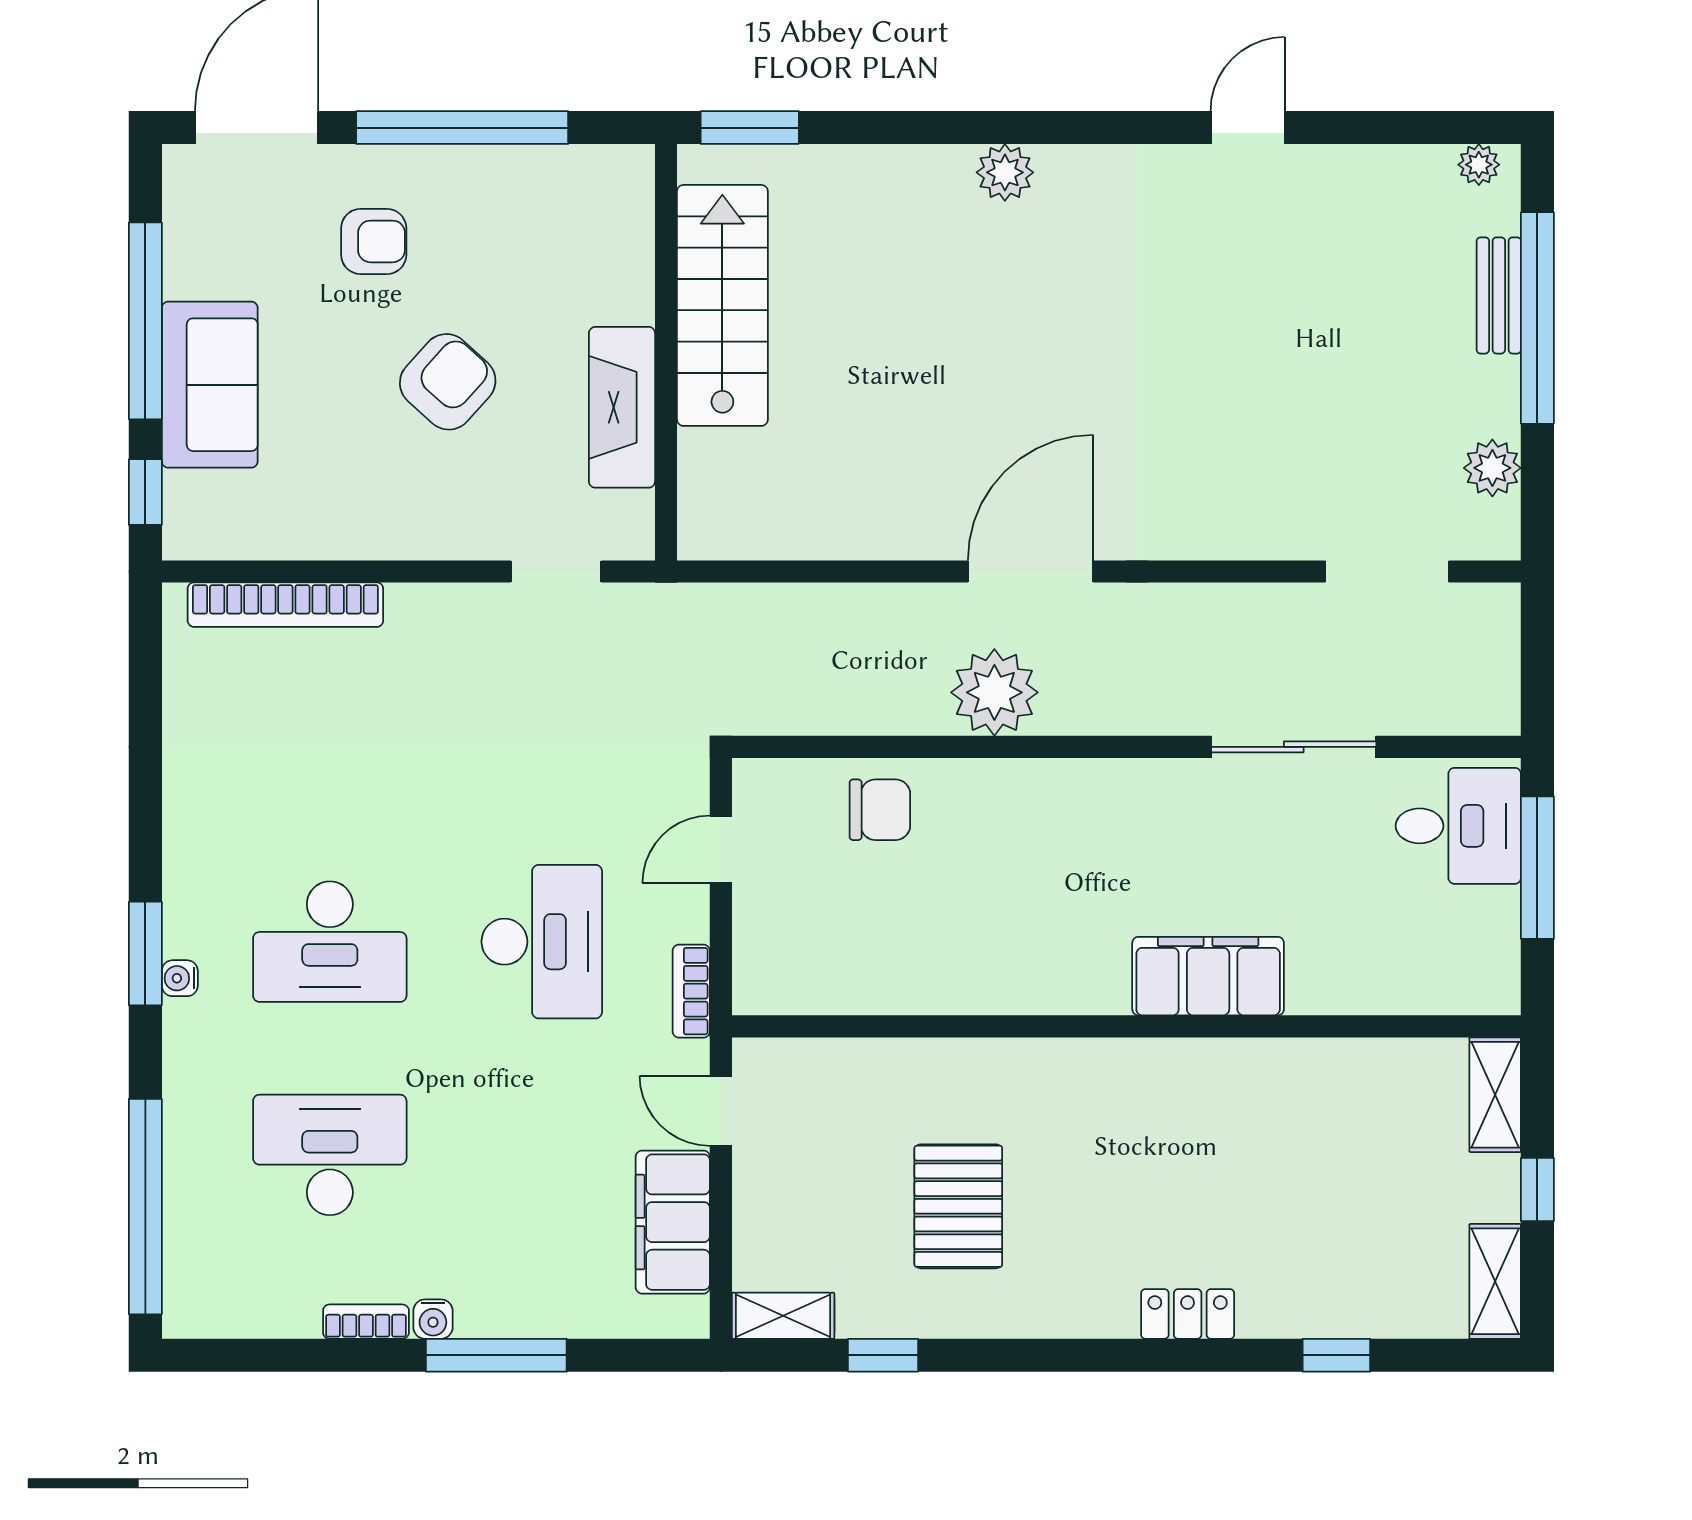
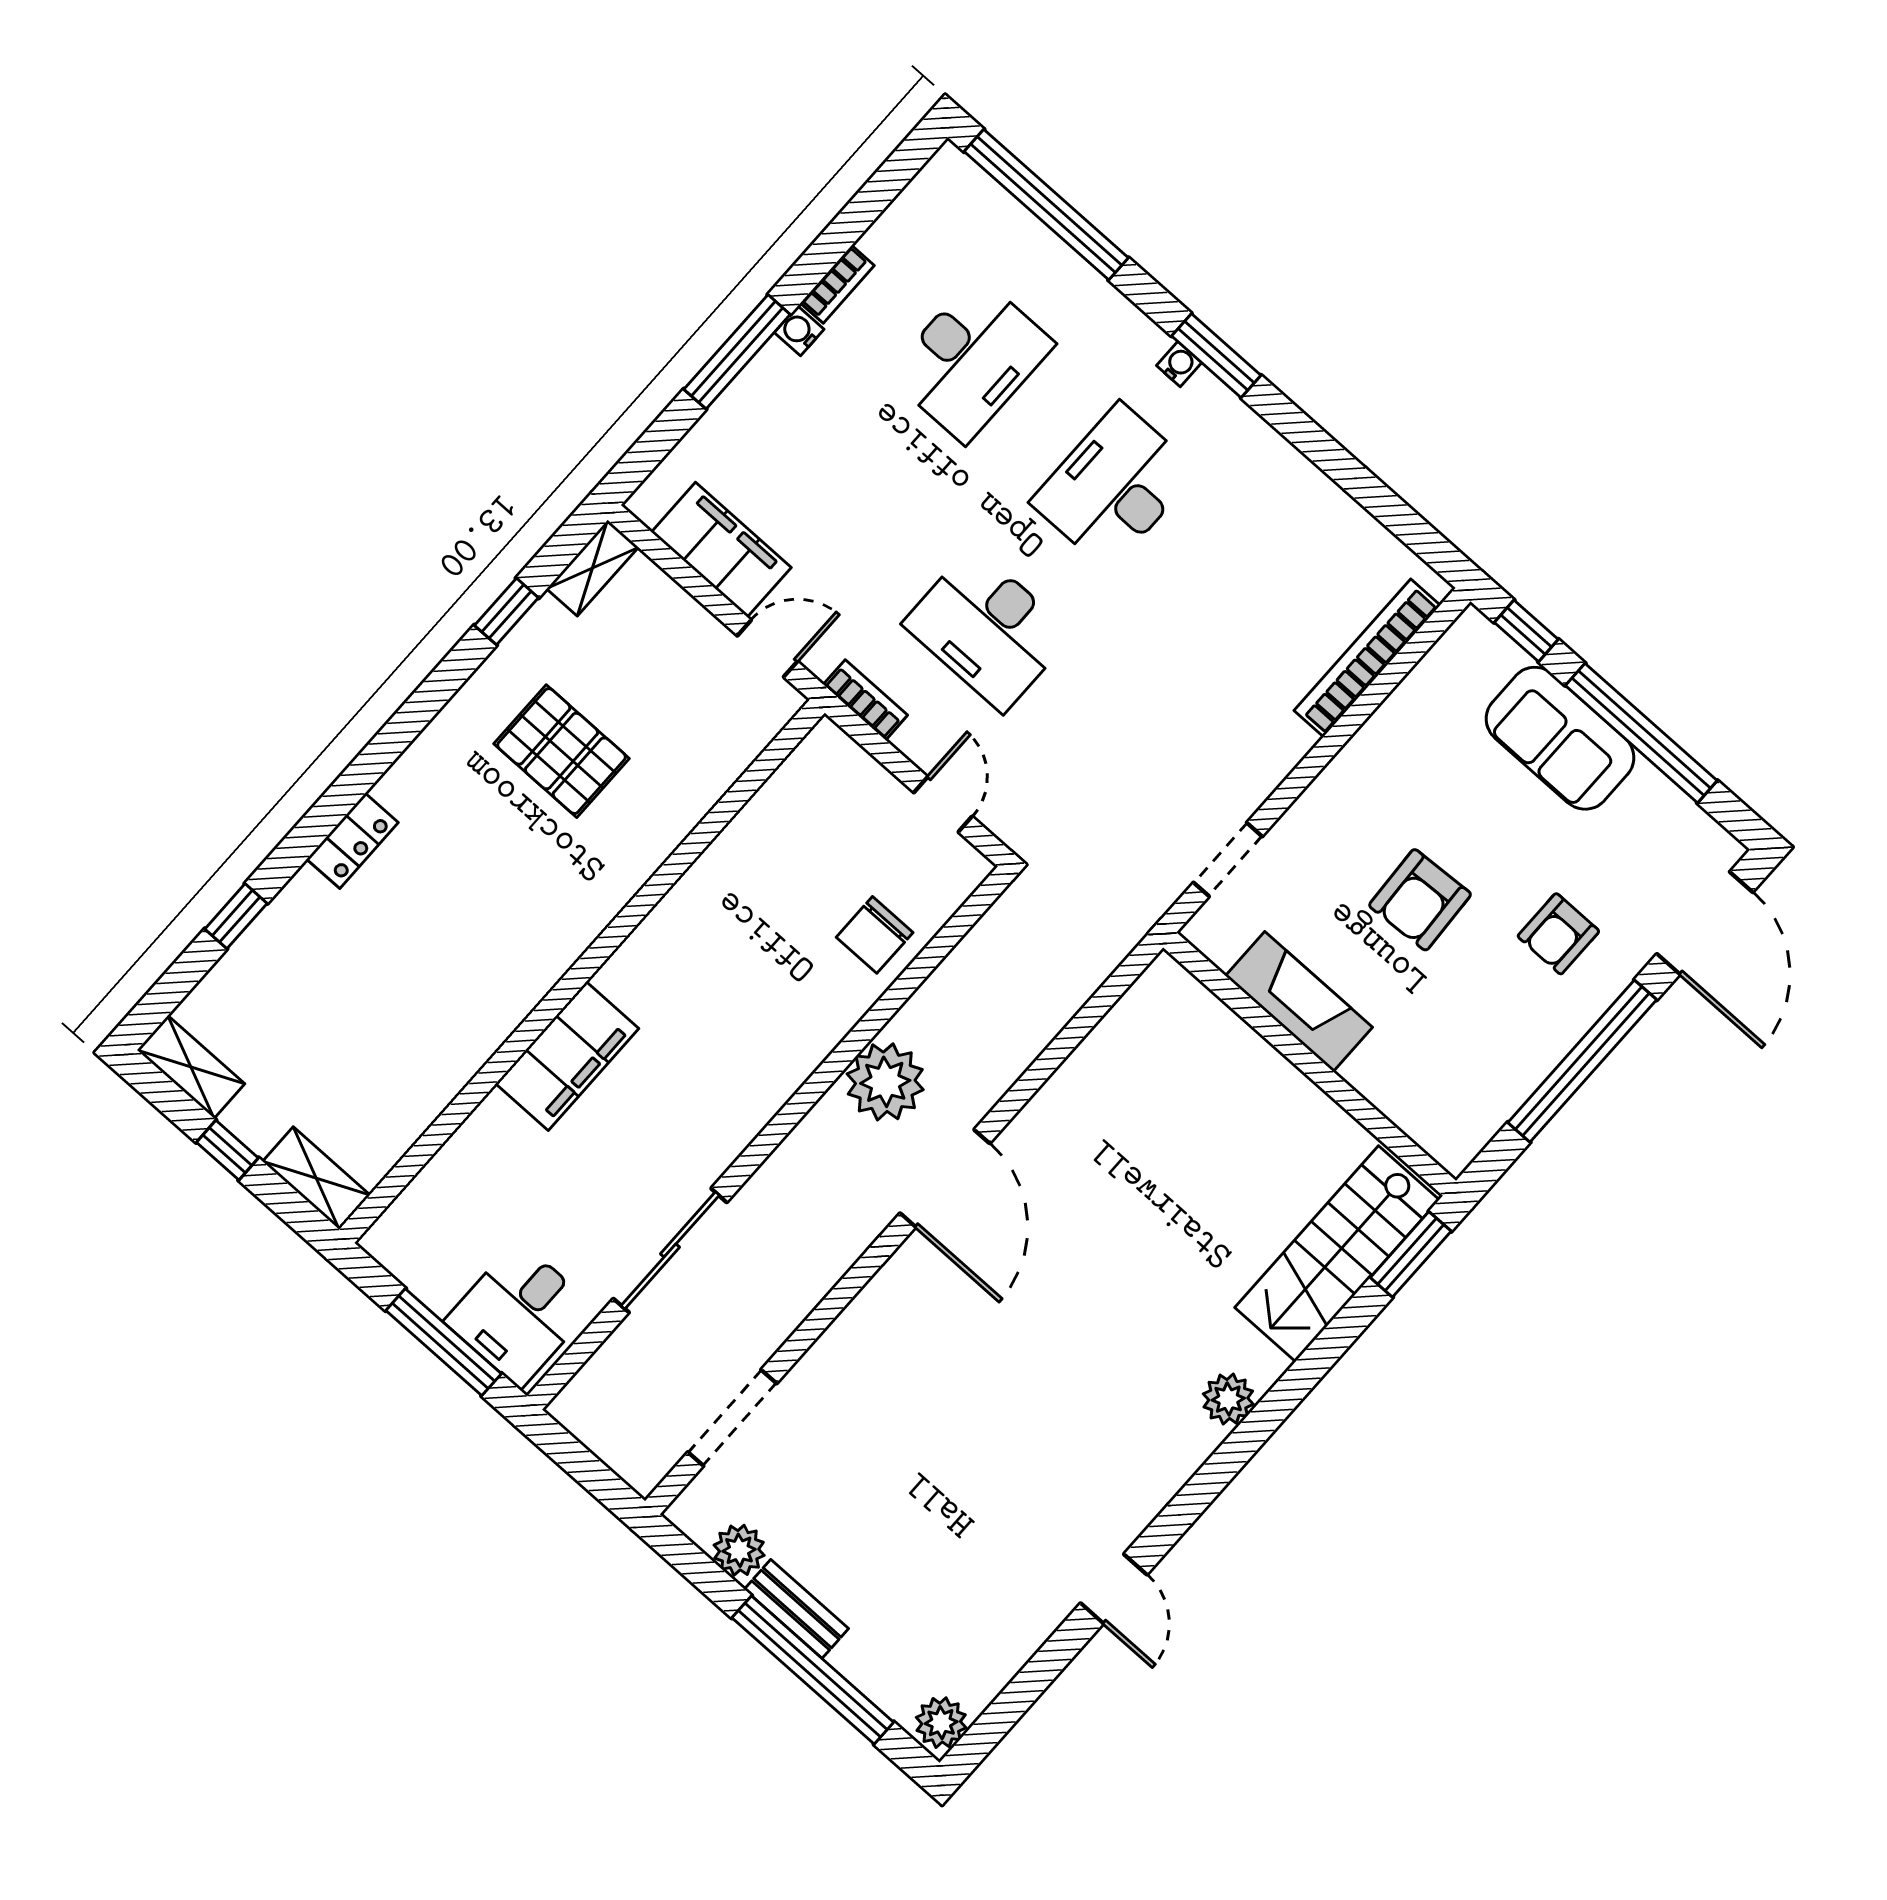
plant: (1479, 165) -> (941, 1723), width x1.38, depth x1.38
bench: (1499, 295) -> (796, 1609), moved
stairs: (722, 305) -> (1337, 1254), moved, turned 90
armchair: (448, 382) -> (1420, 900), turned 45

